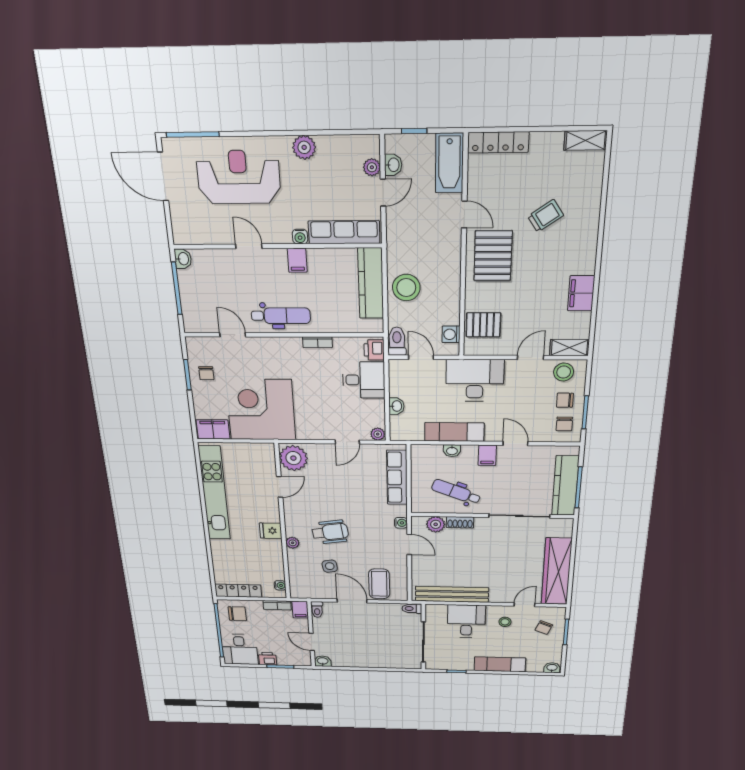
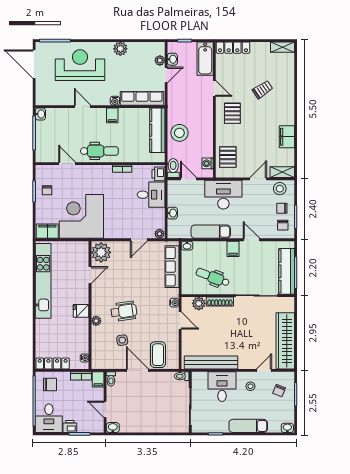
pallet: (493, 256) -> (232, 113), width x0.67, depth x0.71
pallet: (483, 325) -> (228, 157), turned 90
washbasin: (452, 451) -> (187, 246), moved
shoe rack: (460, 522) -> (220, 301), width x1.43

